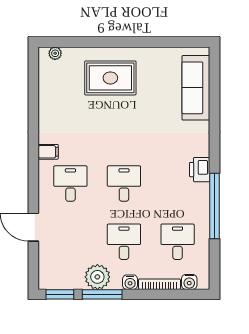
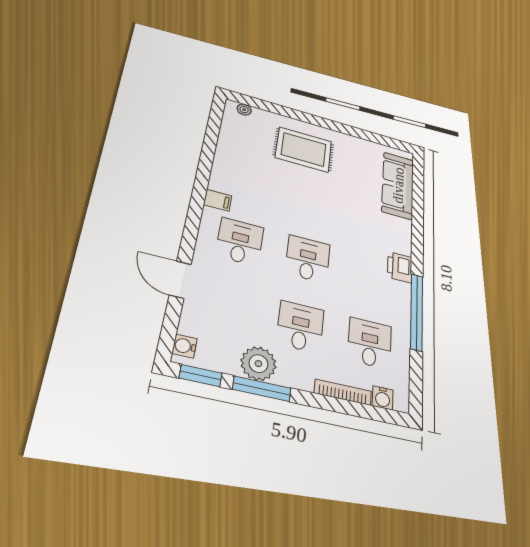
water cooler: (130, 282) -> (185, 346), moved, turned 90

